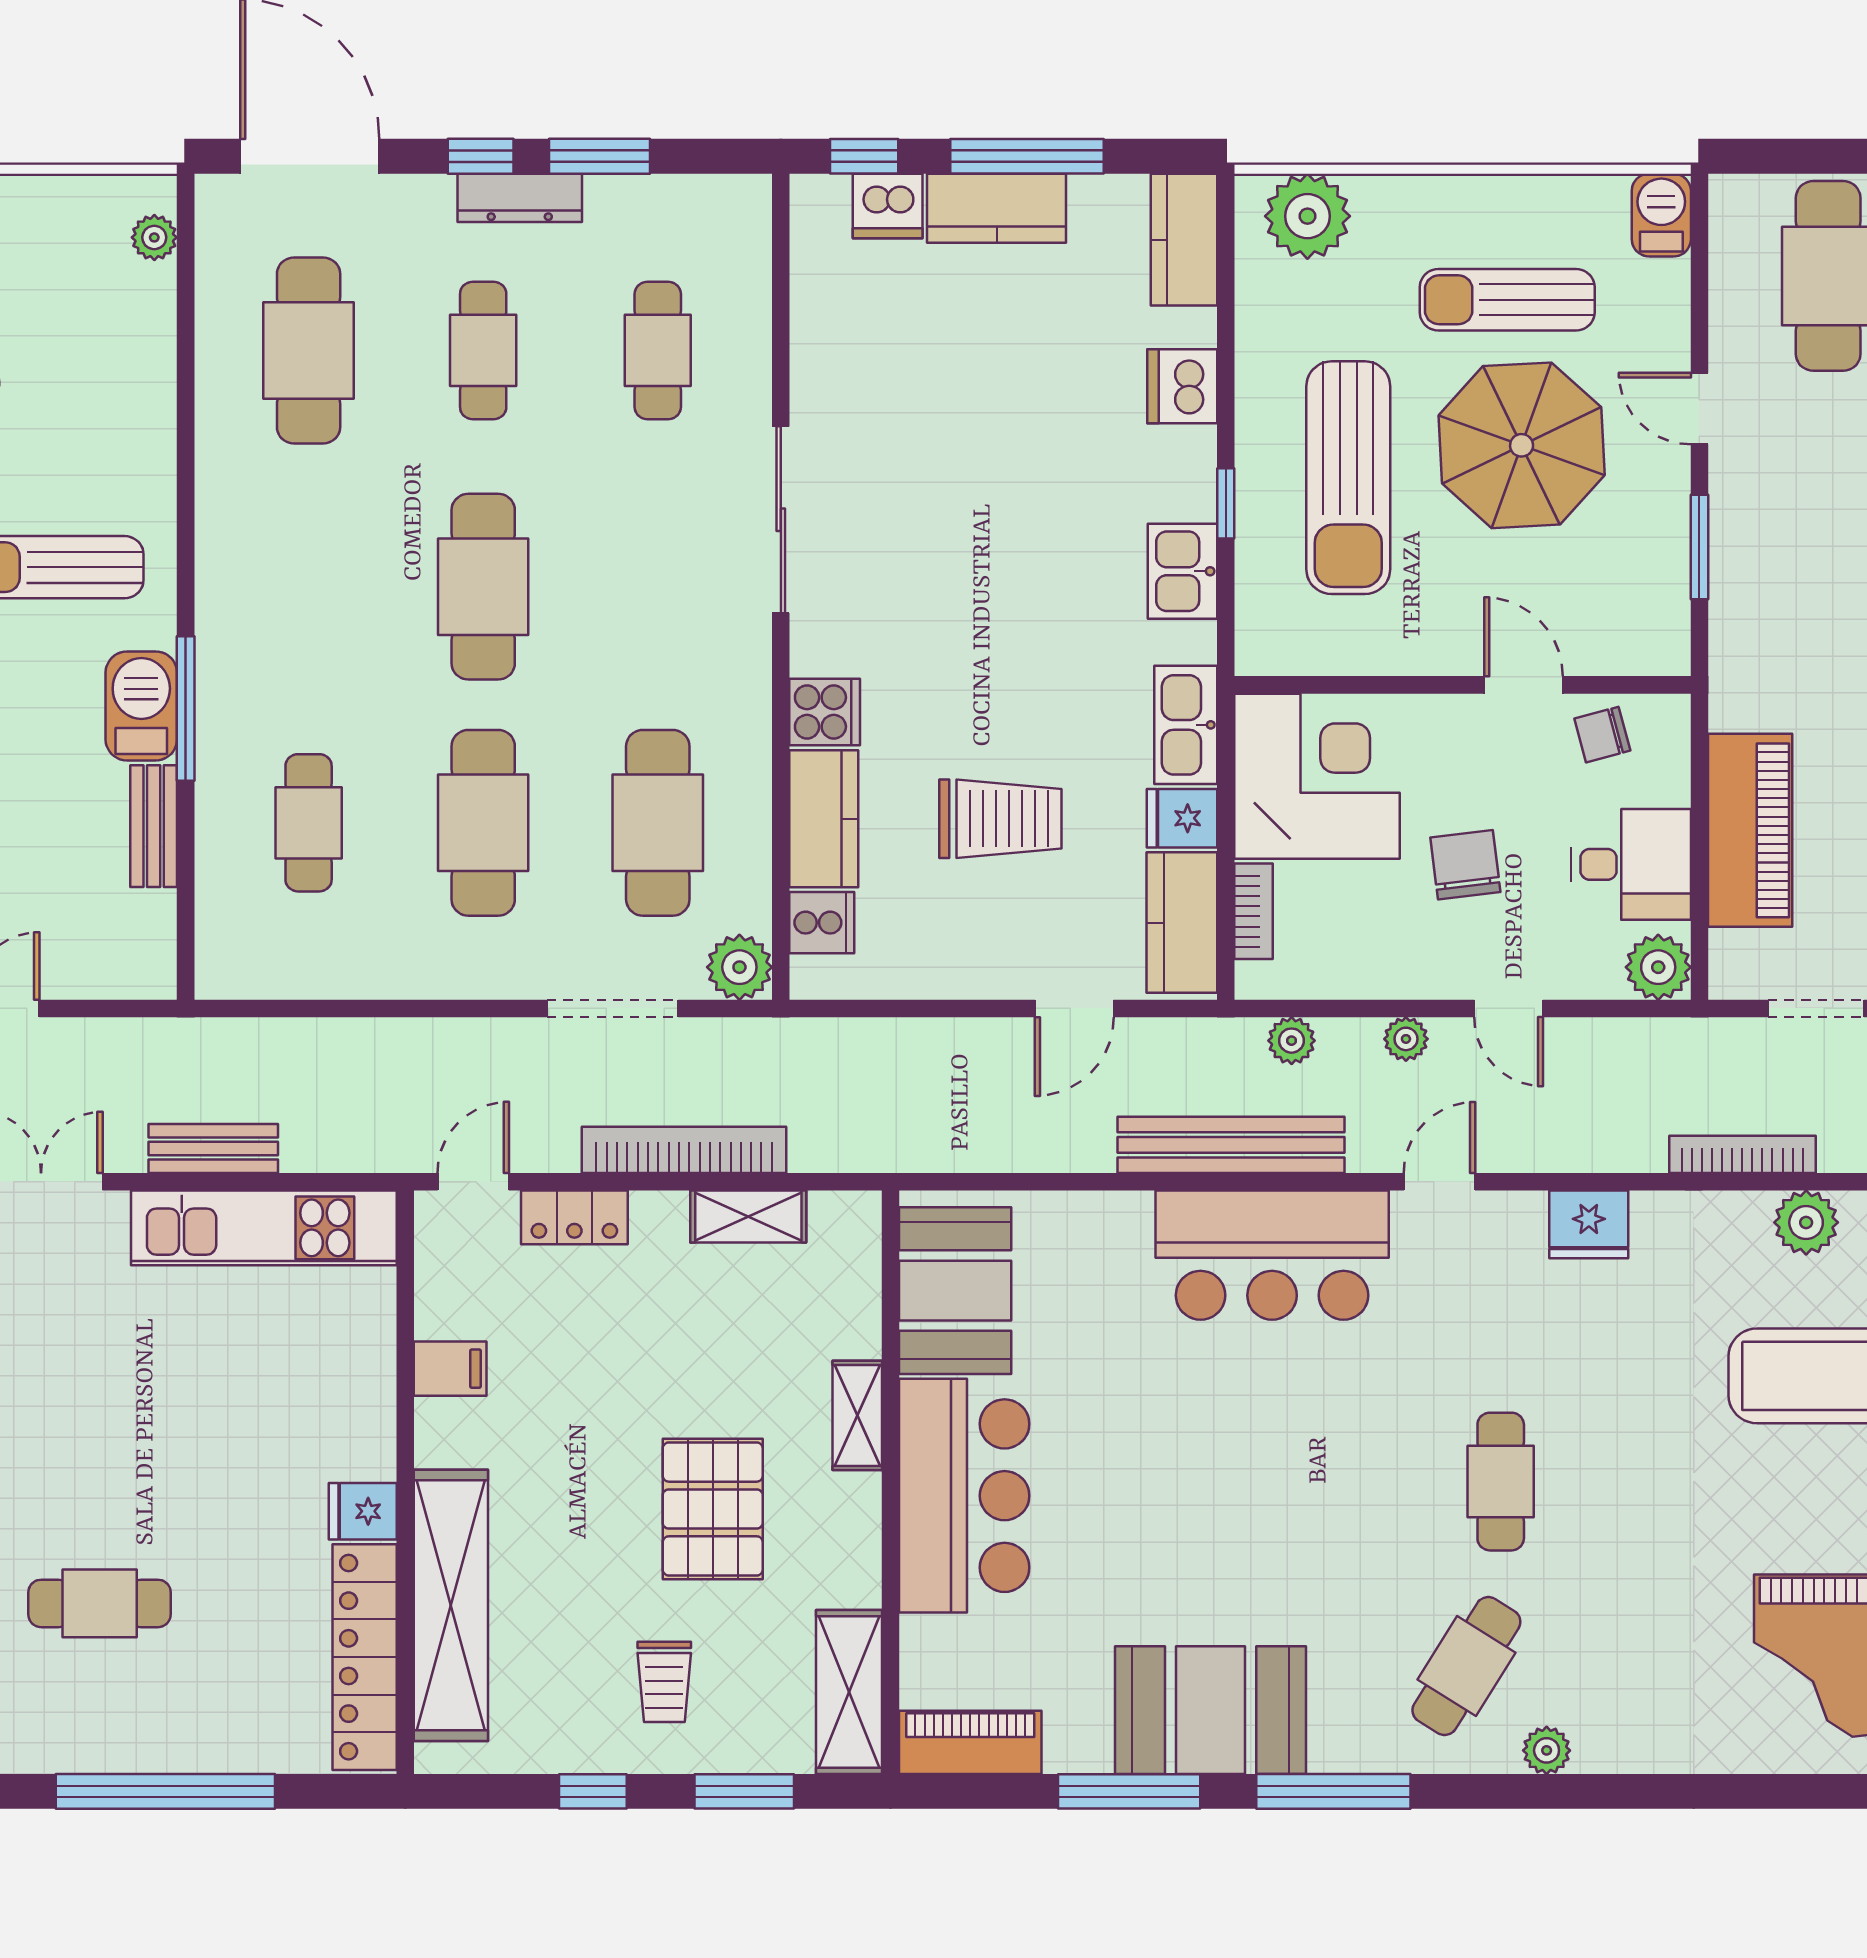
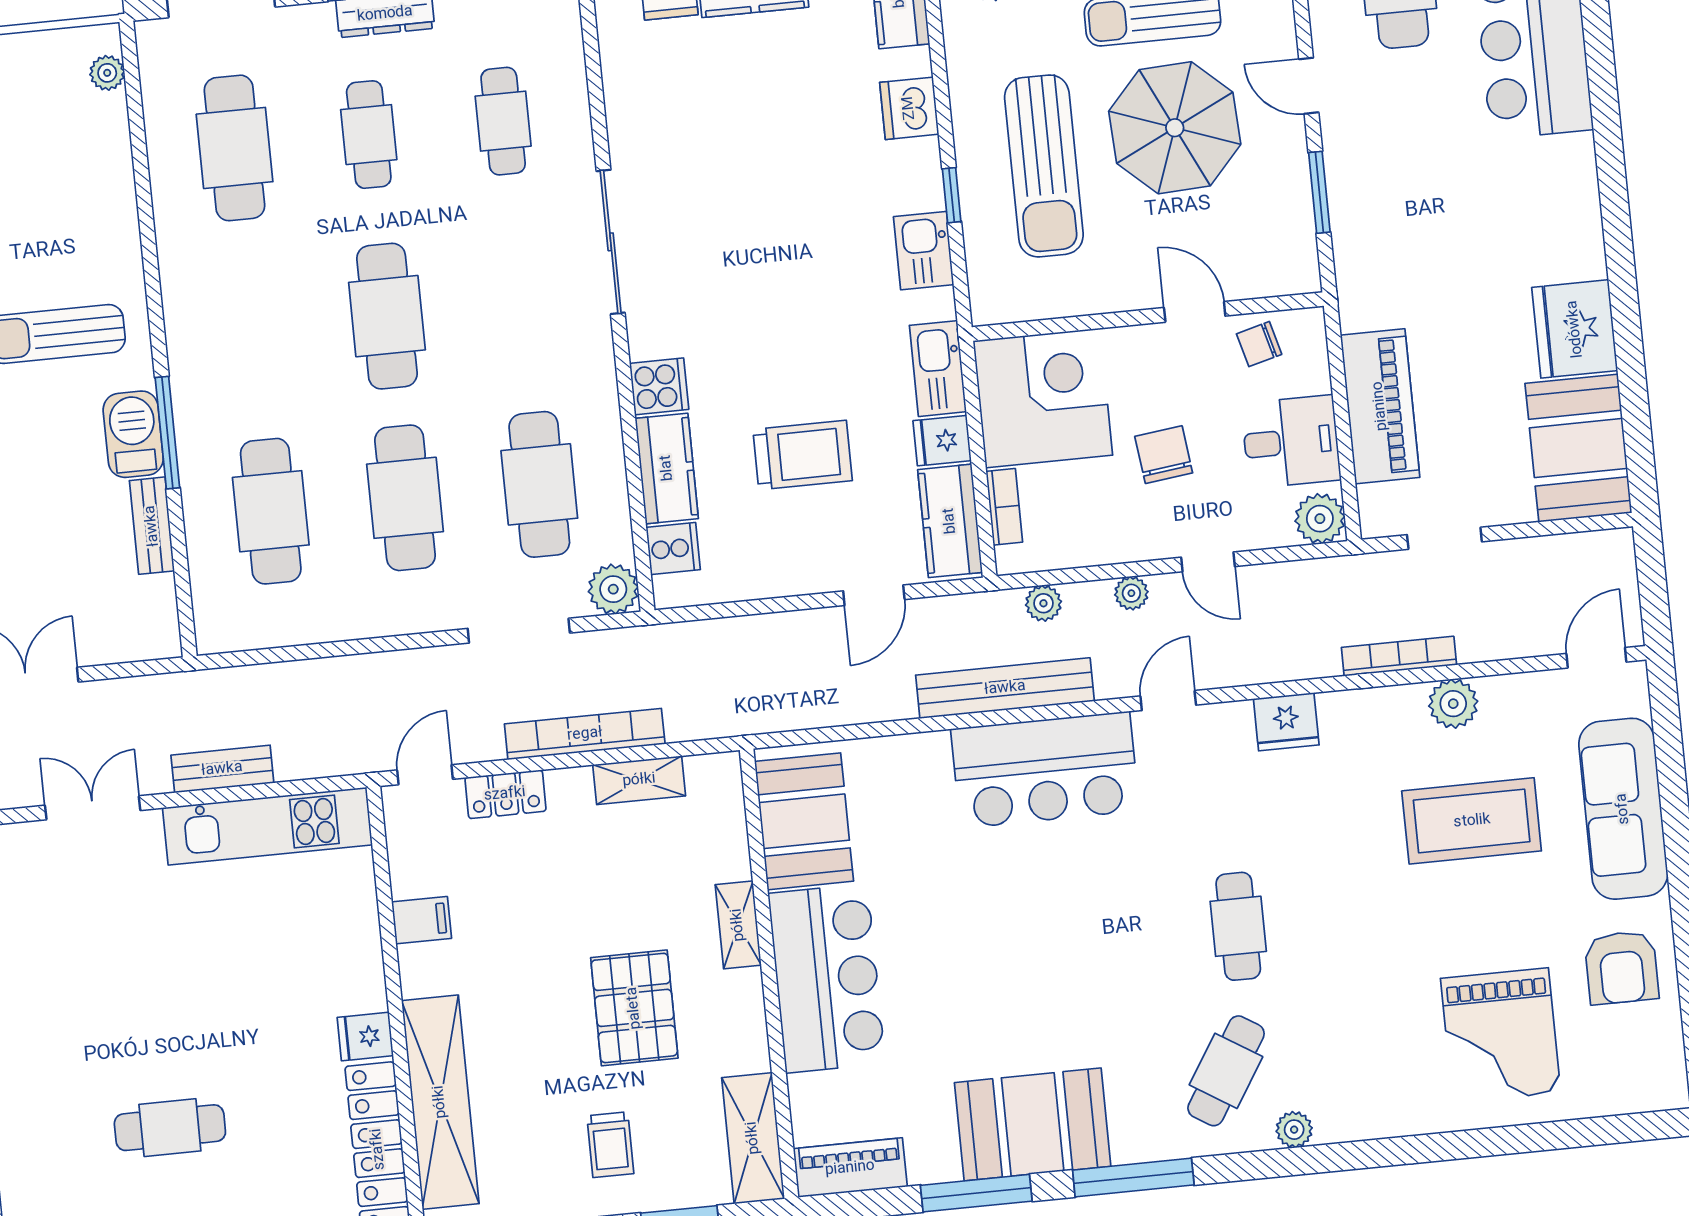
cafe table: (309, 823) -> (271, 511), width x1.37, depth x1.35

